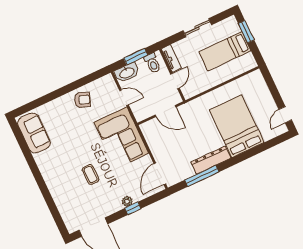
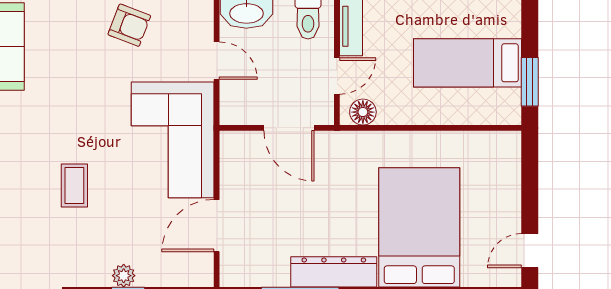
window: (246, 32) -> (530, 82), moved
floor lamp: (192, 91) -> (363, 112), added
door: (160, 174) -> (217, 226), moved

